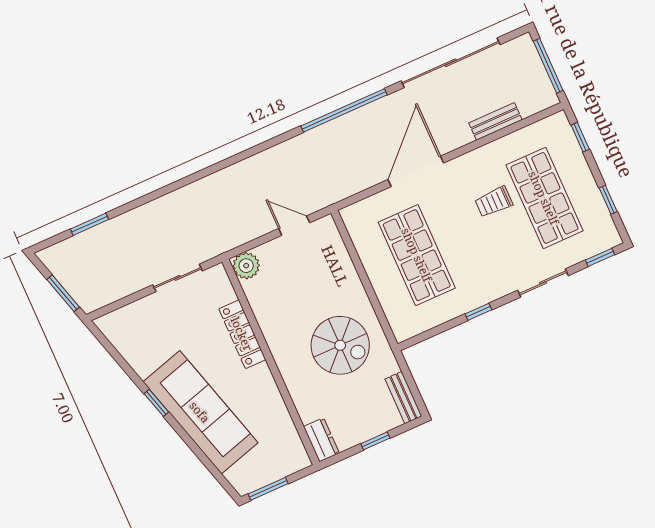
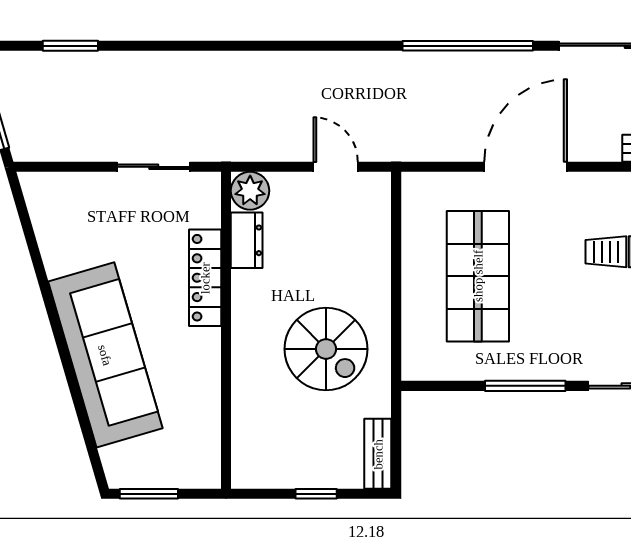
window: (478, 312) -> (525, 386), width x2.17
window: (156, 403) -> (53, 317), removed
dresser: (321, 440) -> (247, 240), moved

